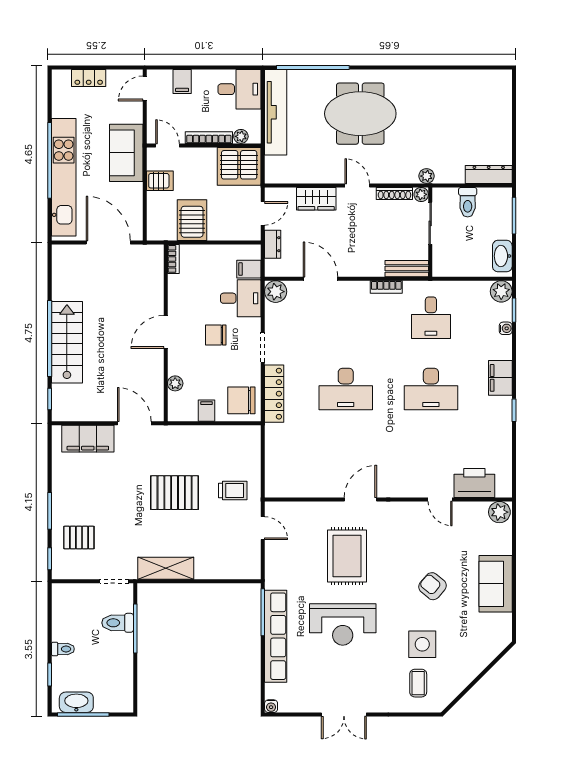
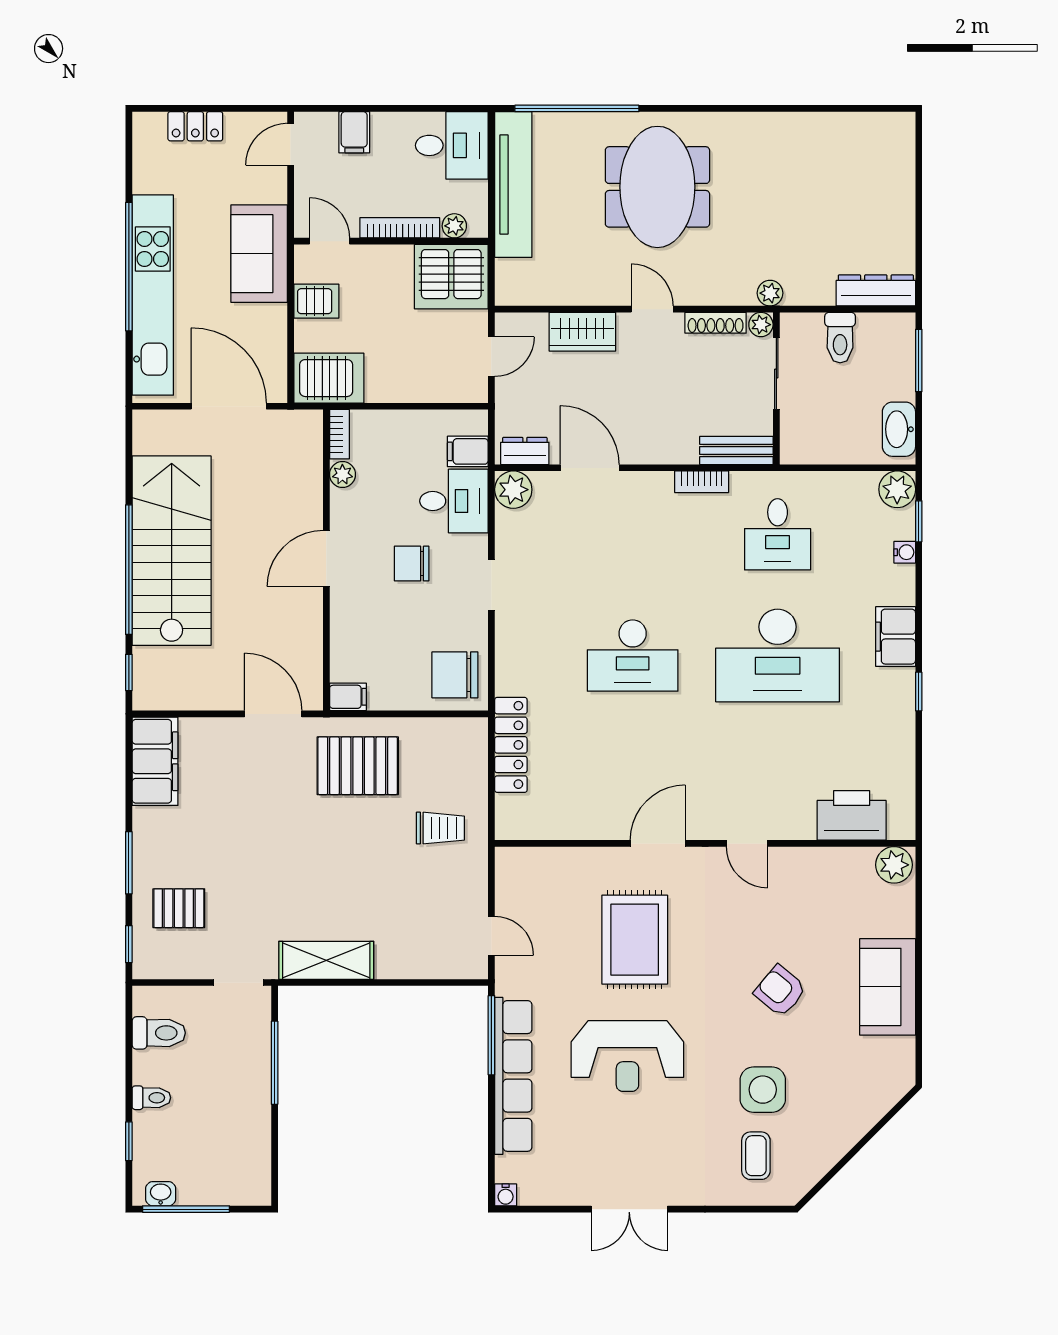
meeting table: (360, 114) -> (657, 187), turned 90
server rack: (192, 220) -> (329, 378), moved, turned 90
dresser: (273, 244) -> (525, 451), moved, turned -90
stairs: (67, 342) -> (172, 551), width x1.36, depth x1.51
plant: (175, 383) -> (342, 474), moved
desk: (431, 389) -> (778, 656), width x1.36, depth x1.30
locker: (274, 394) -> (511, 745), moved
filing cabinet: (207, 411) -> (348, 697), moved, turned 90
filing cabinet: (88, 439) -> (155, 761), moved, turned -90
pallet: (175, 493) -> (358, 766), moved
door: (440, 499) -> (747, 843), moved
door: (263, 528) -> (491, 936), moved
toilet: (118, 623) -> (159, 1033), moved, turned 180
washbasin: (76, 702) -> (161, 1194), width x0.52, depth x0.69

